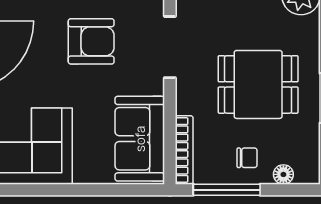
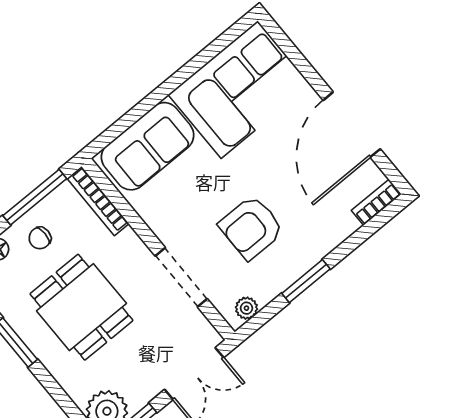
dining table: (258, 84) -> (81, 307), turned 90
sofa: (140, 139) -> (148, 146), moved, turned 90

